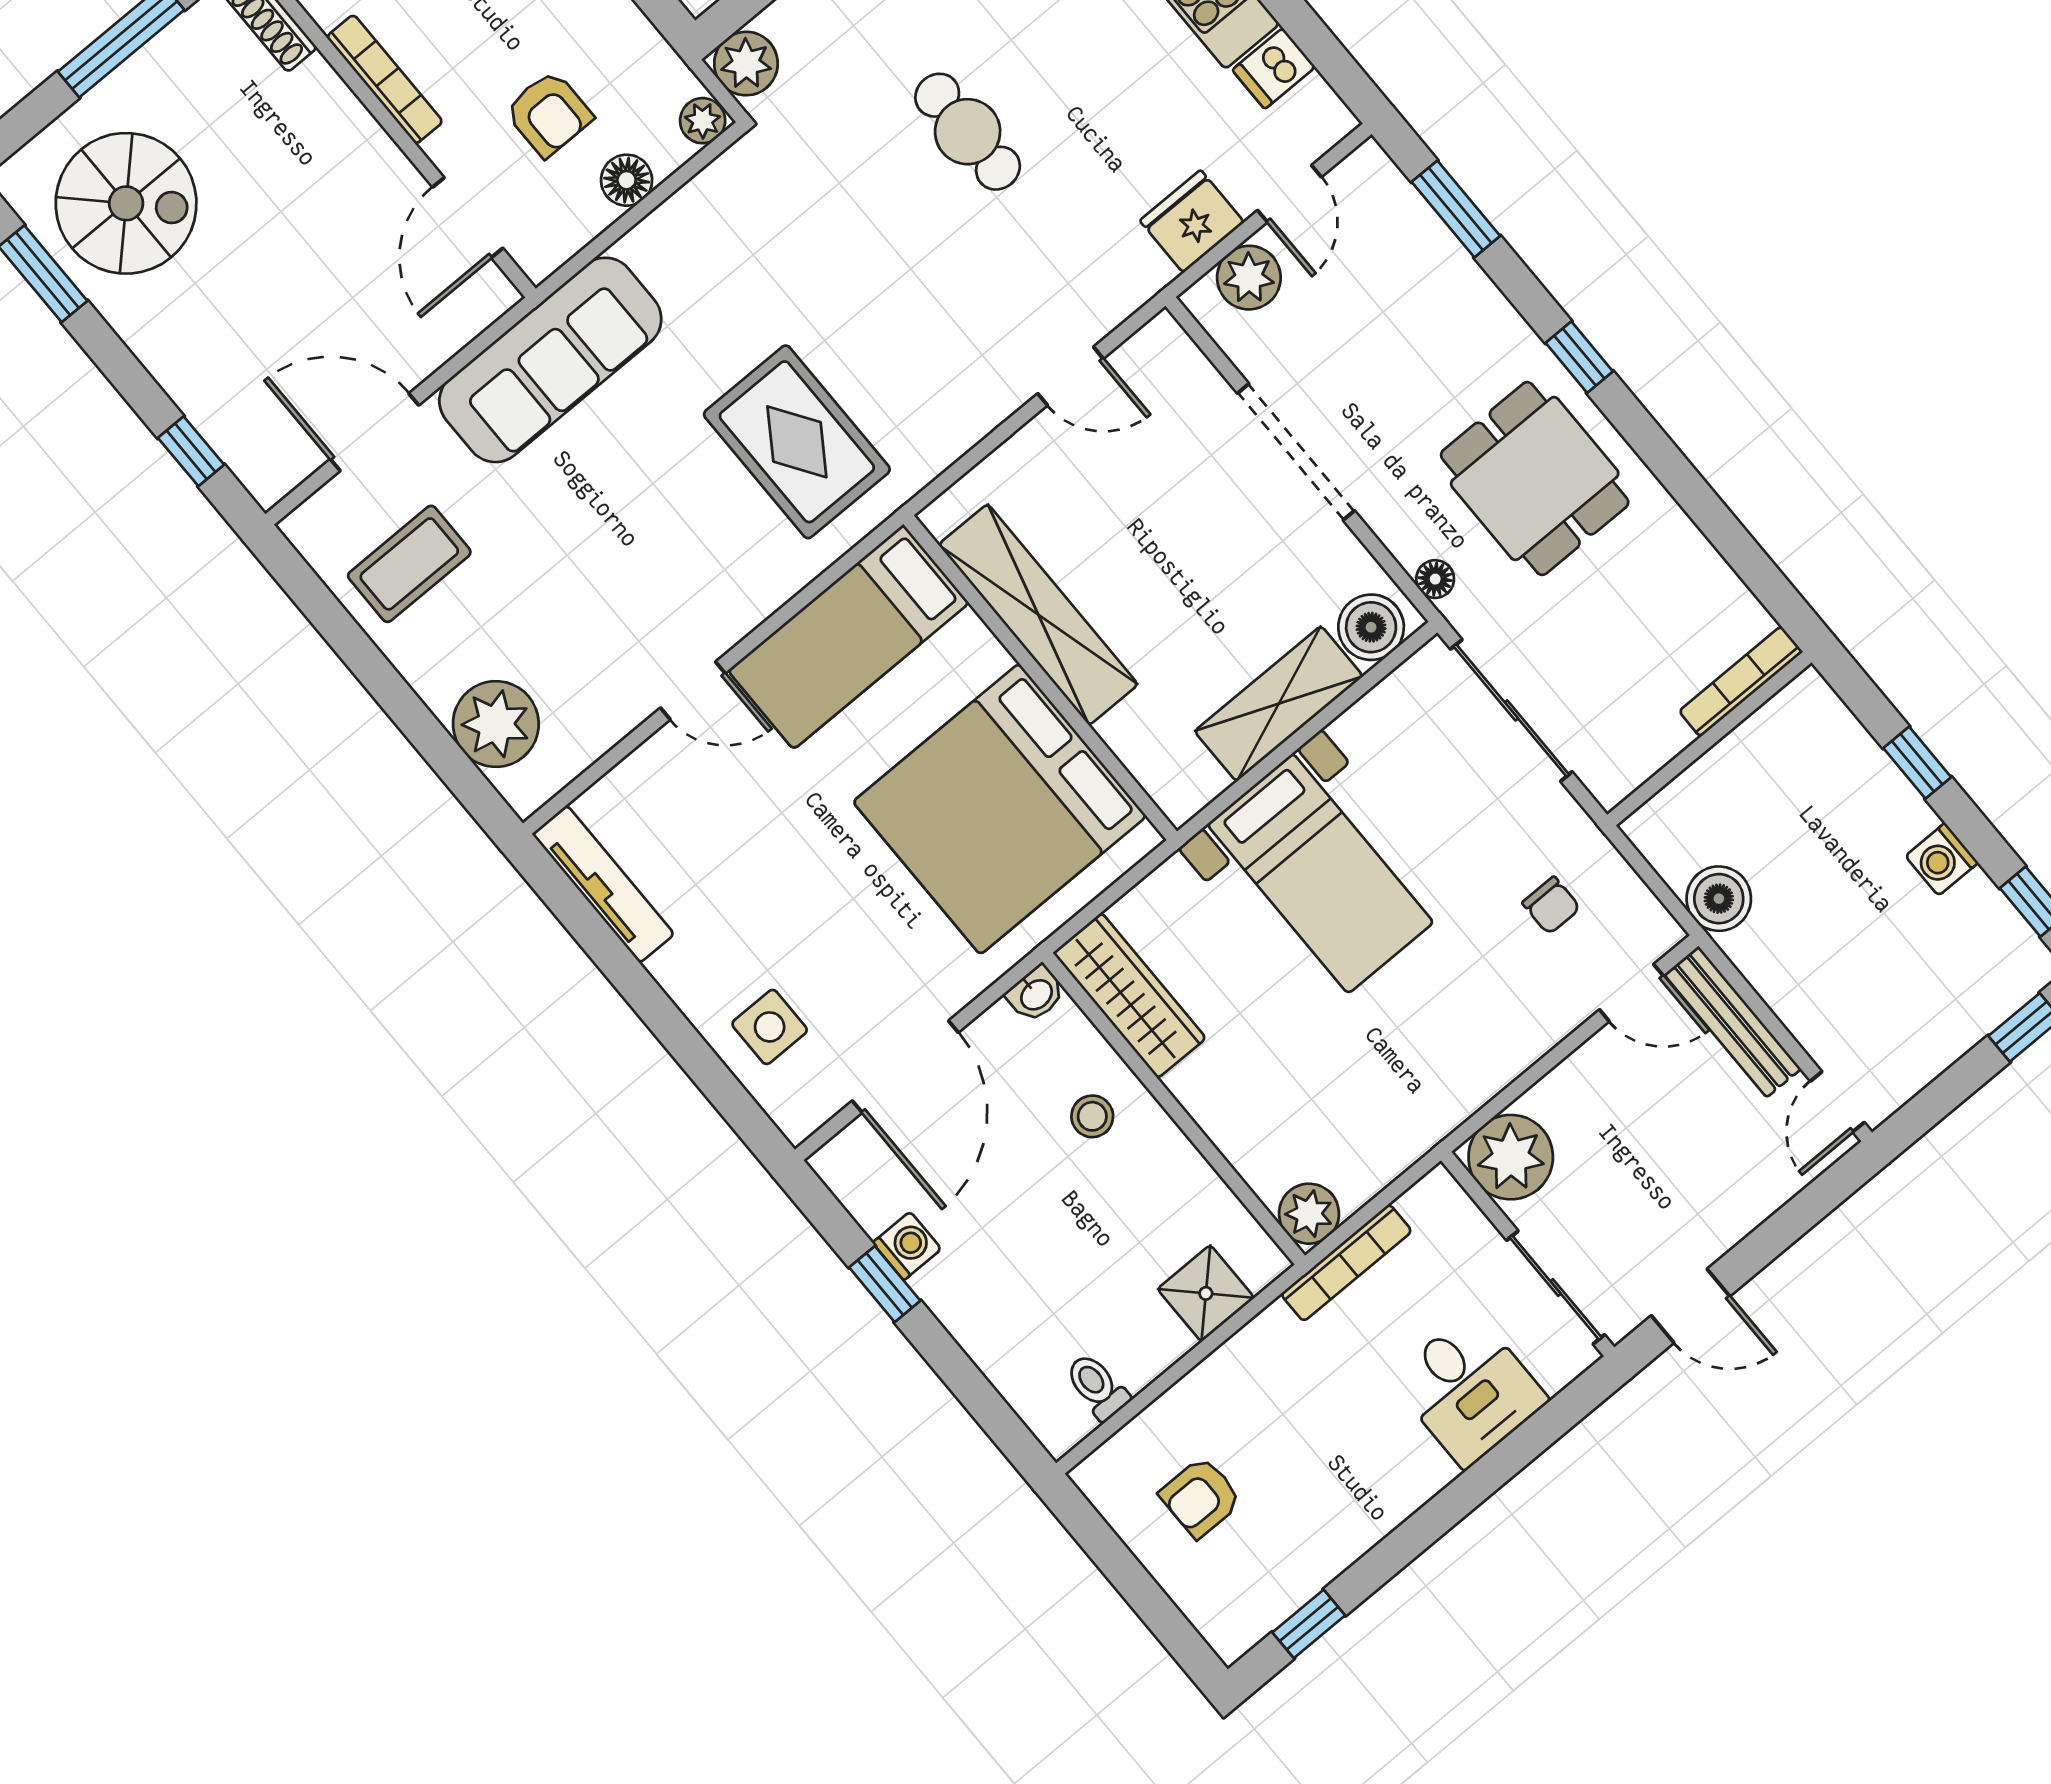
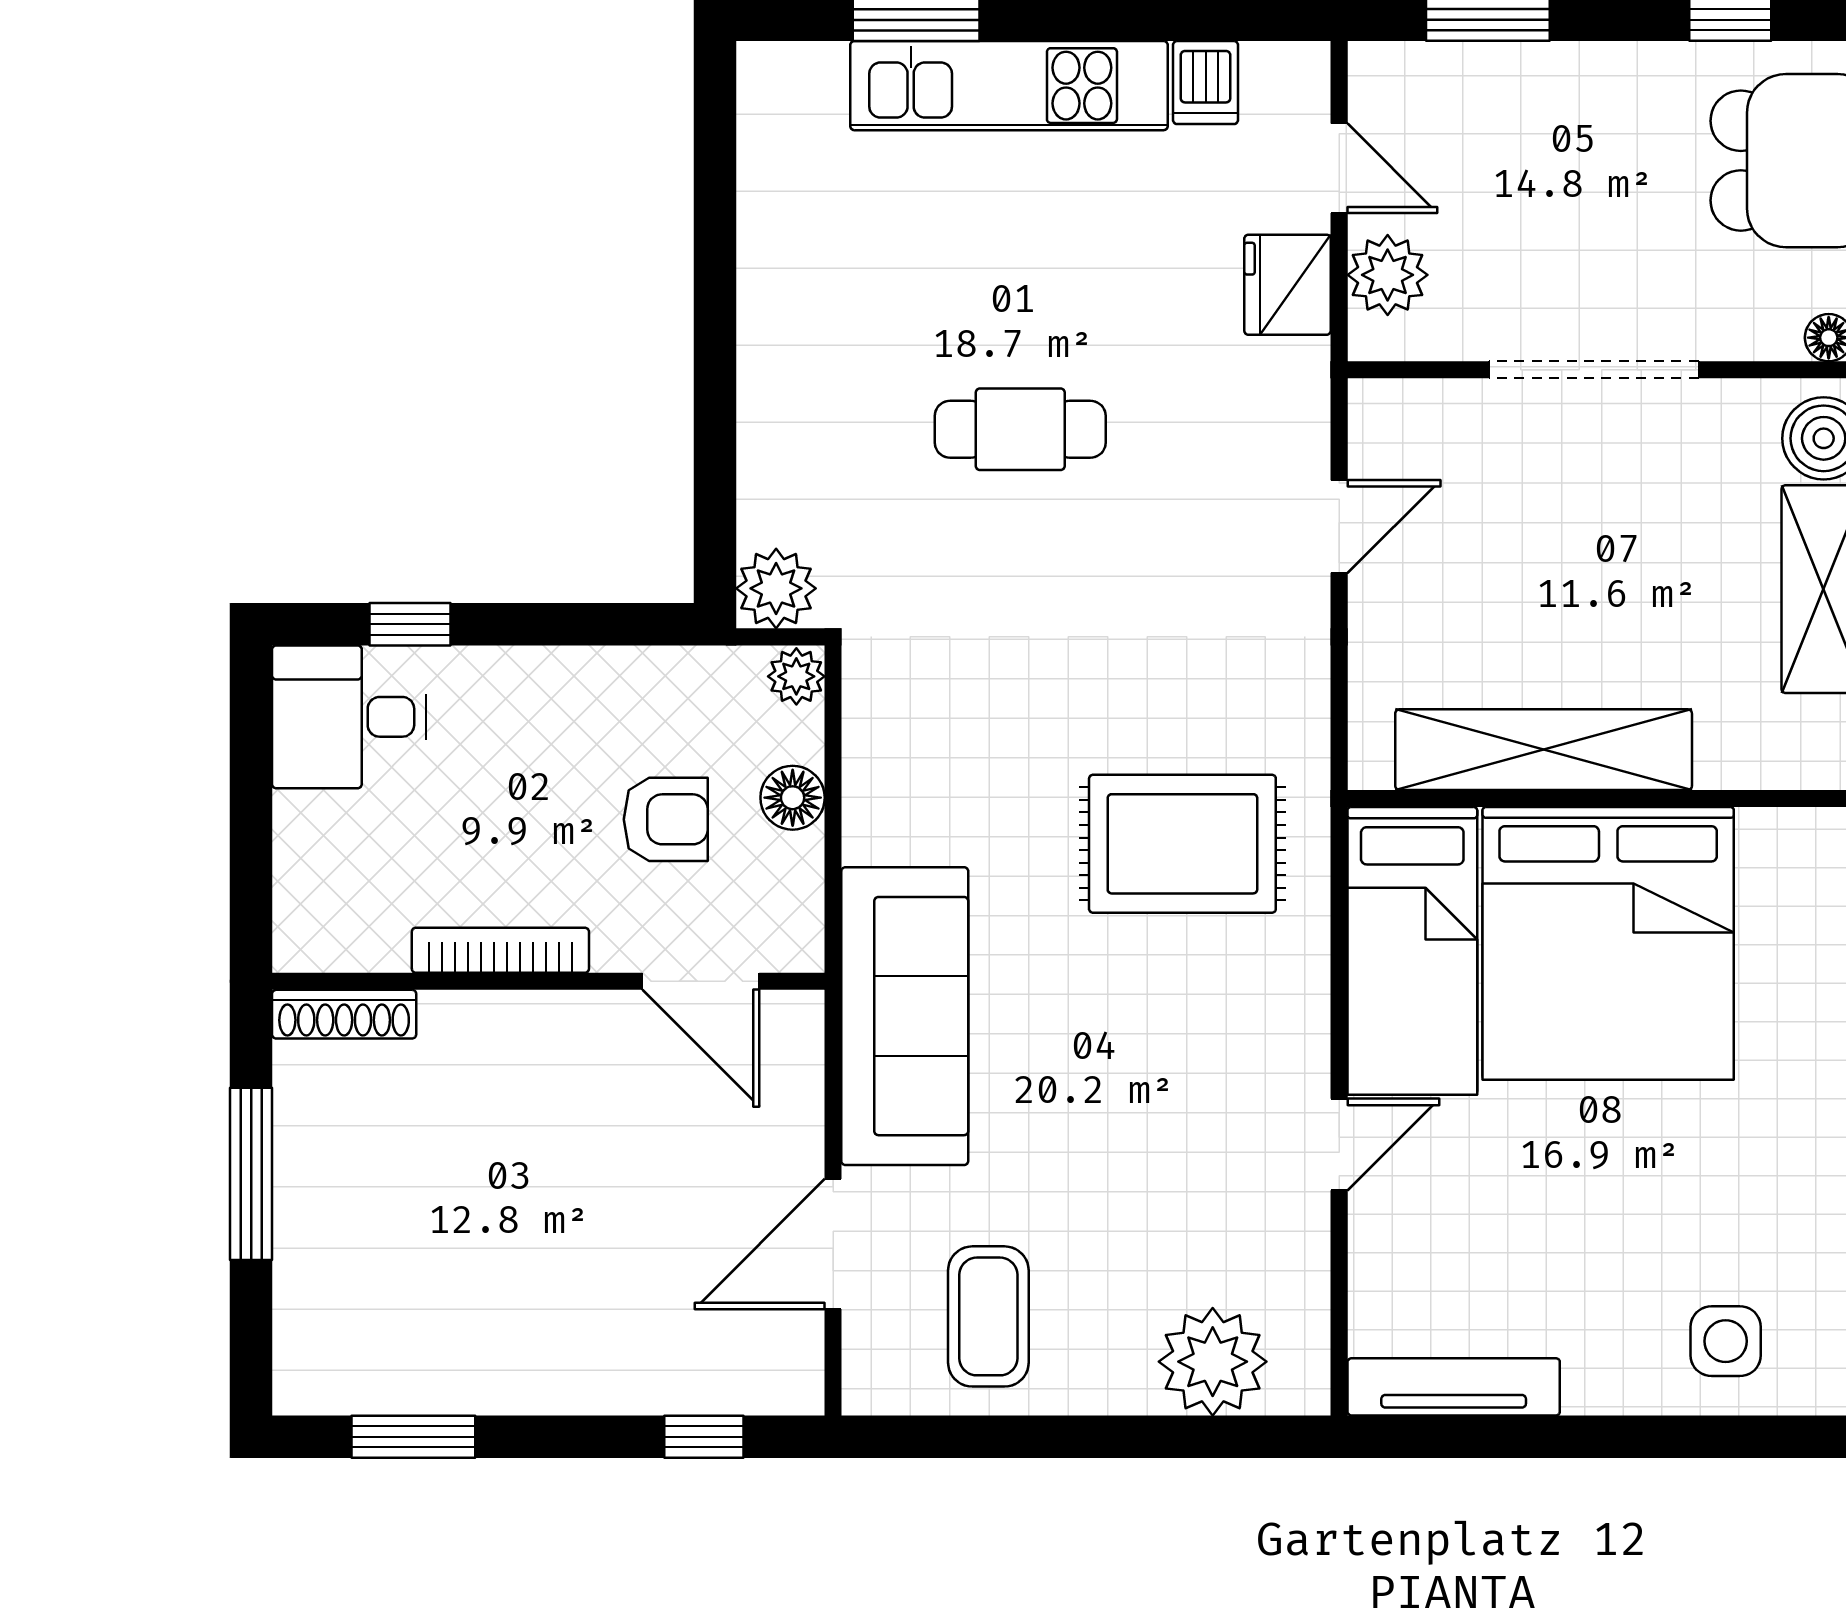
spiral stairs: (126, 203) -> (412, 1300), removed
bed: (1000, 809) -> (1608, 943), moved

